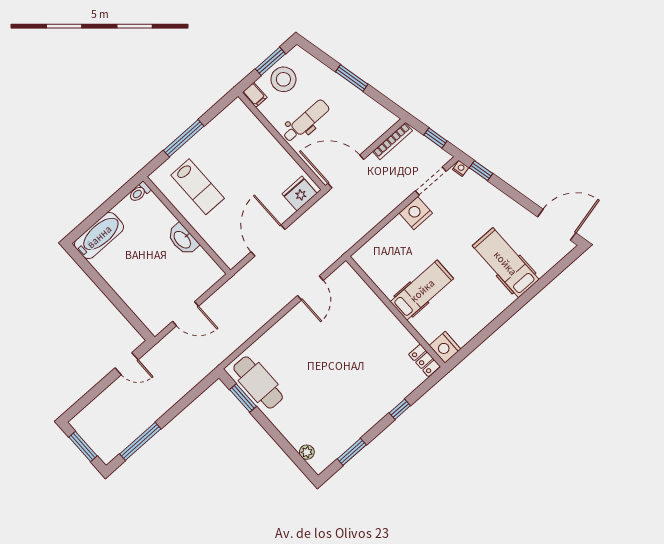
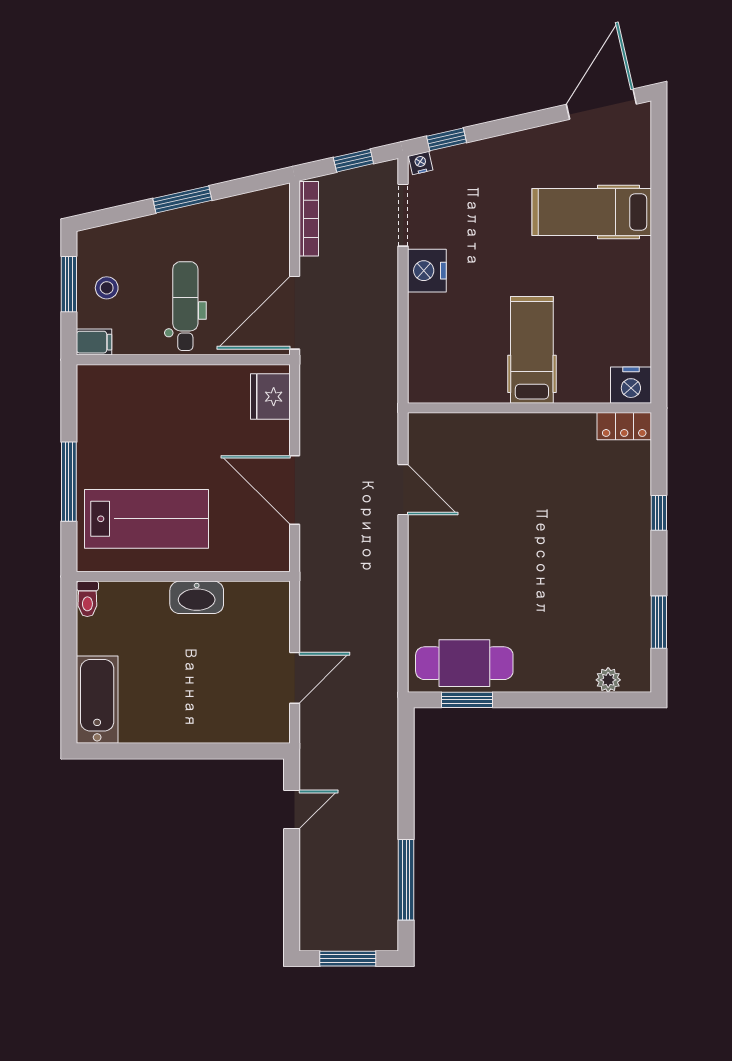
stool: (283, 79) -> (107, 288), width x0.53, depth x0.53
lab bench: (198, 187) -> (147, 519), width x1.36, depth x1.39

